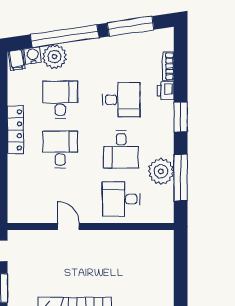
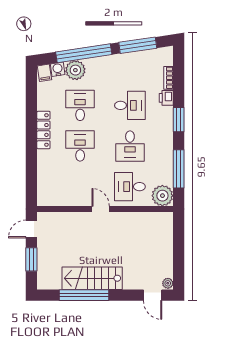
plant: (161, 171) -> (162, 196), moved
door: (68, 226) -> (101, 209), moved

